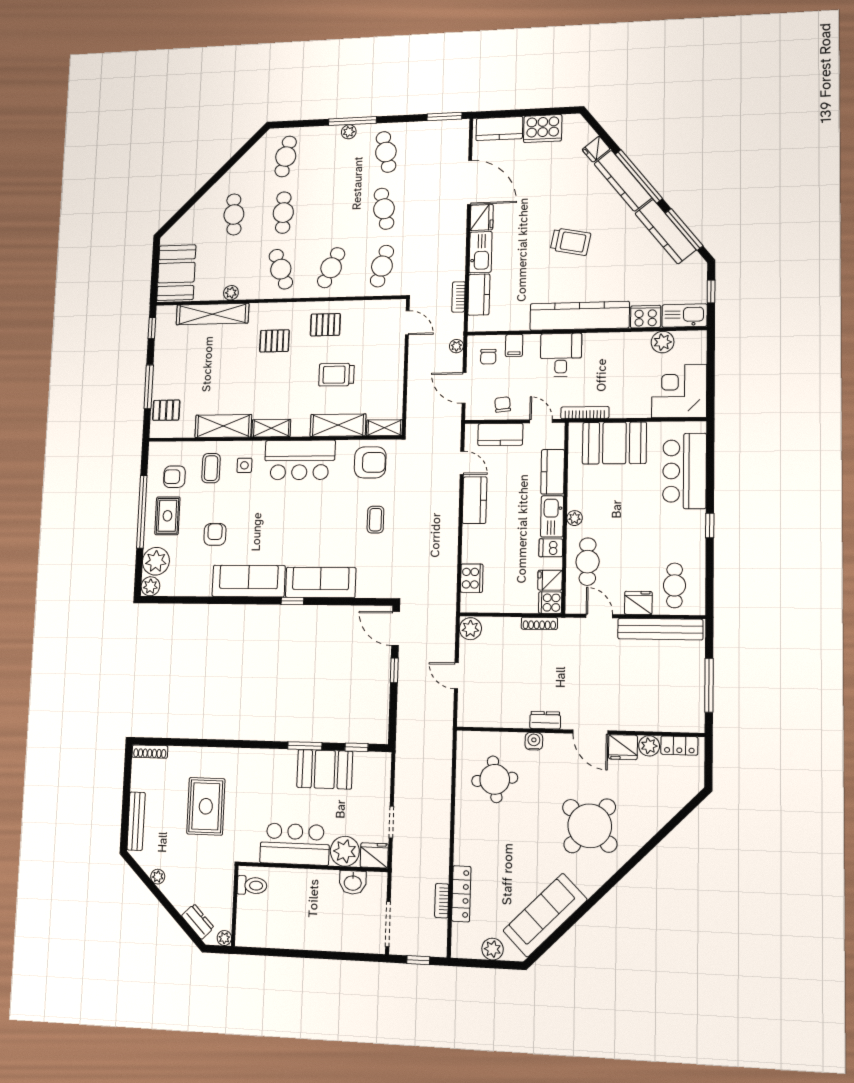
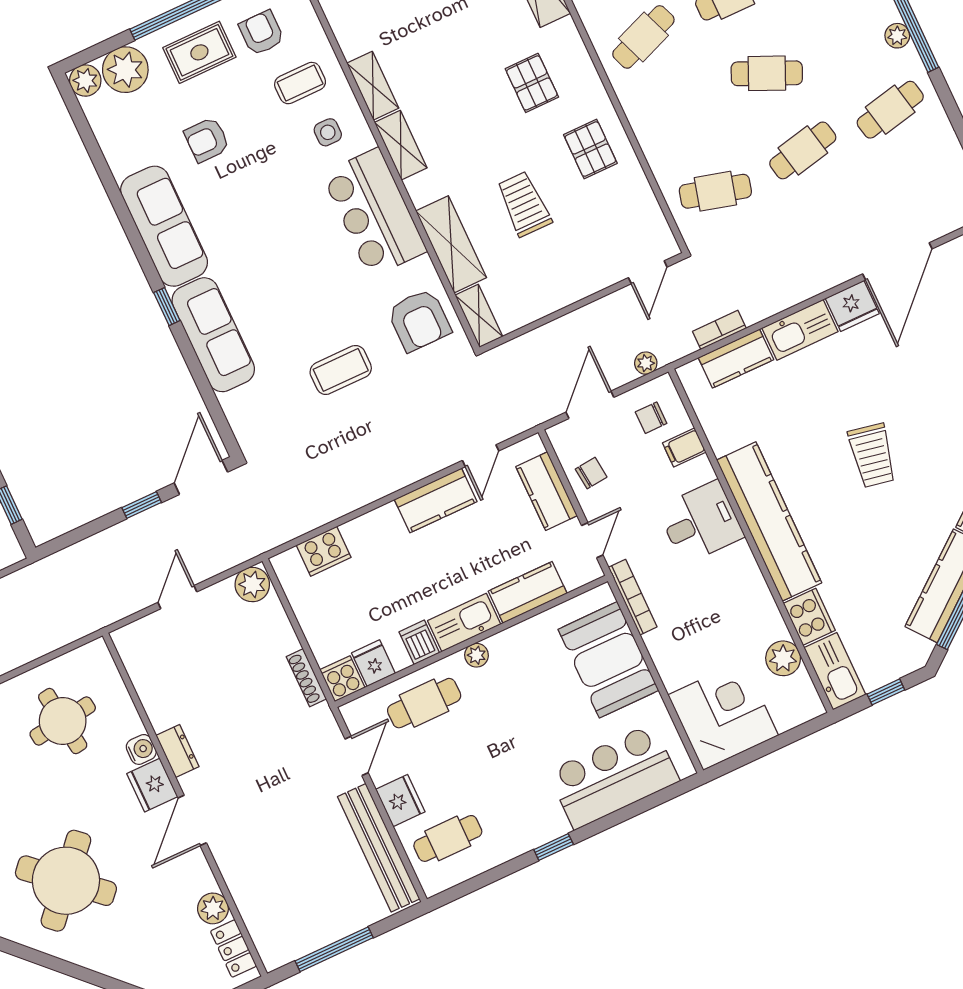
cafe table: (331, 268) -> (767, 73), moved
shelving: (223, 426) -> (373, 86), width x0.67, depth x0.75
coffee table: (375, 520) -> (341, 370), width x1.36, depth x1.30
armchair: (215, 534) -> (207, 140), turned 180
fridge: (623, 747) -> (152, 785), moved

